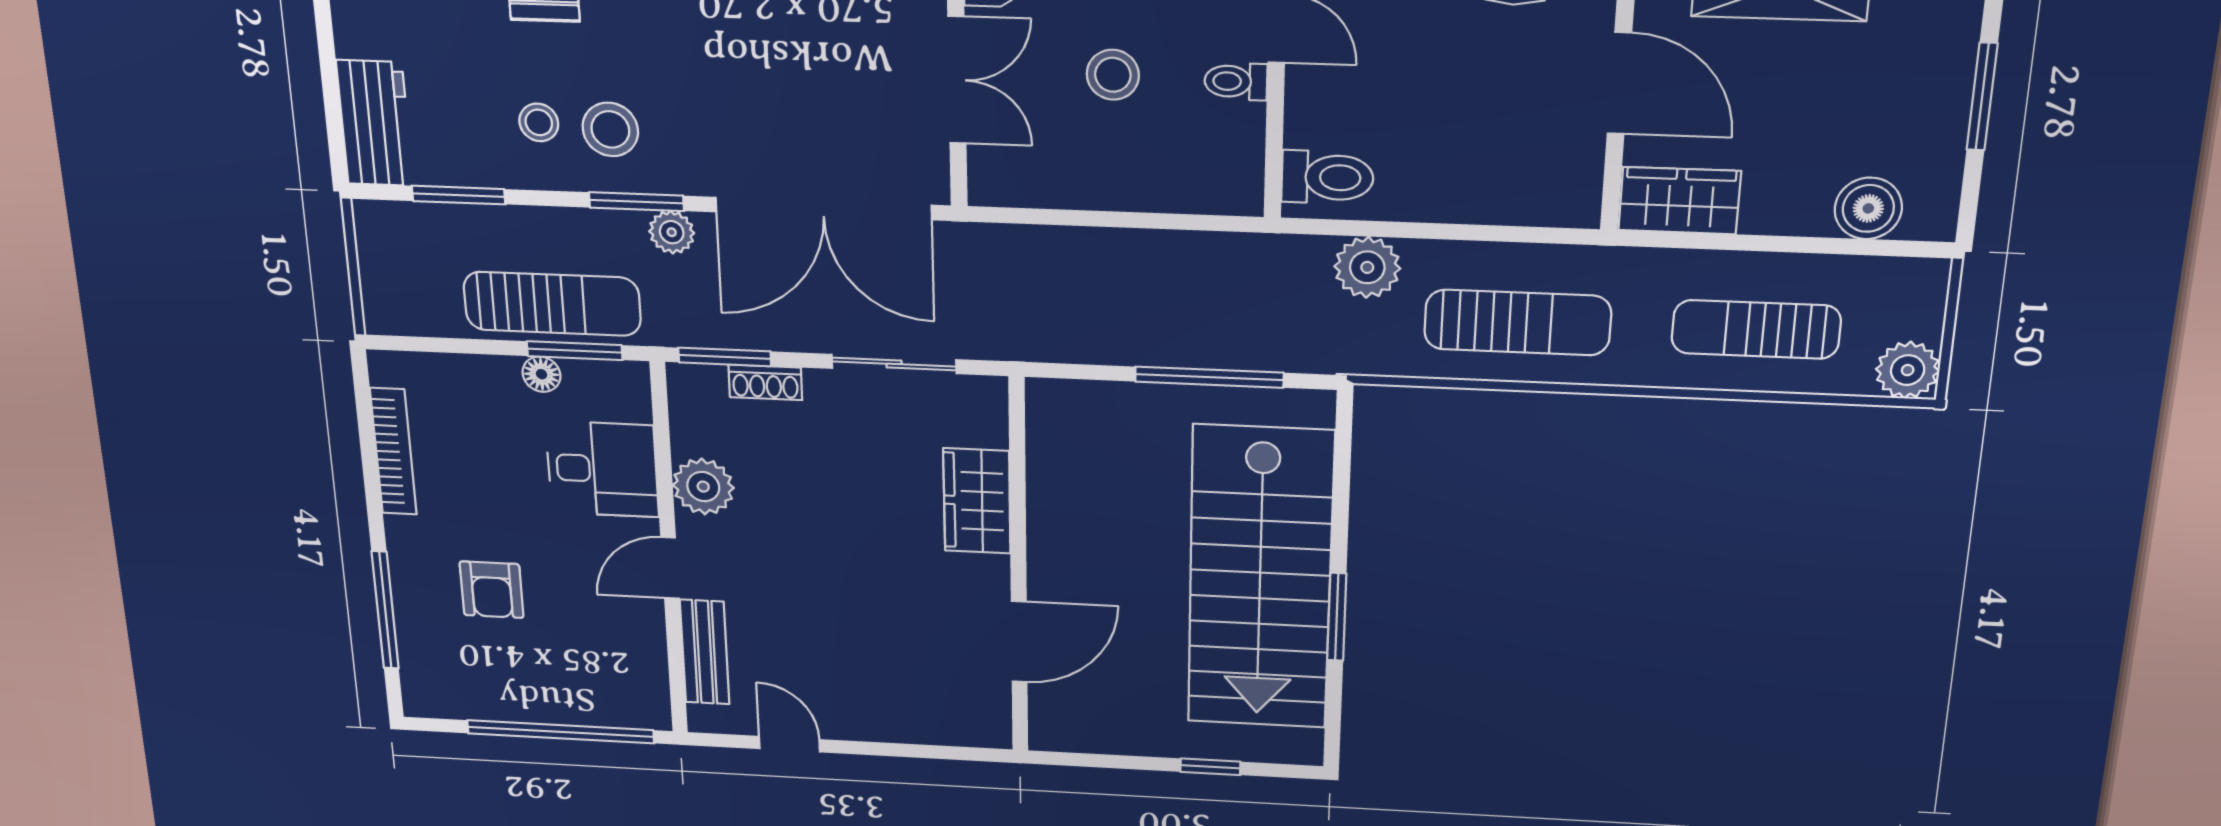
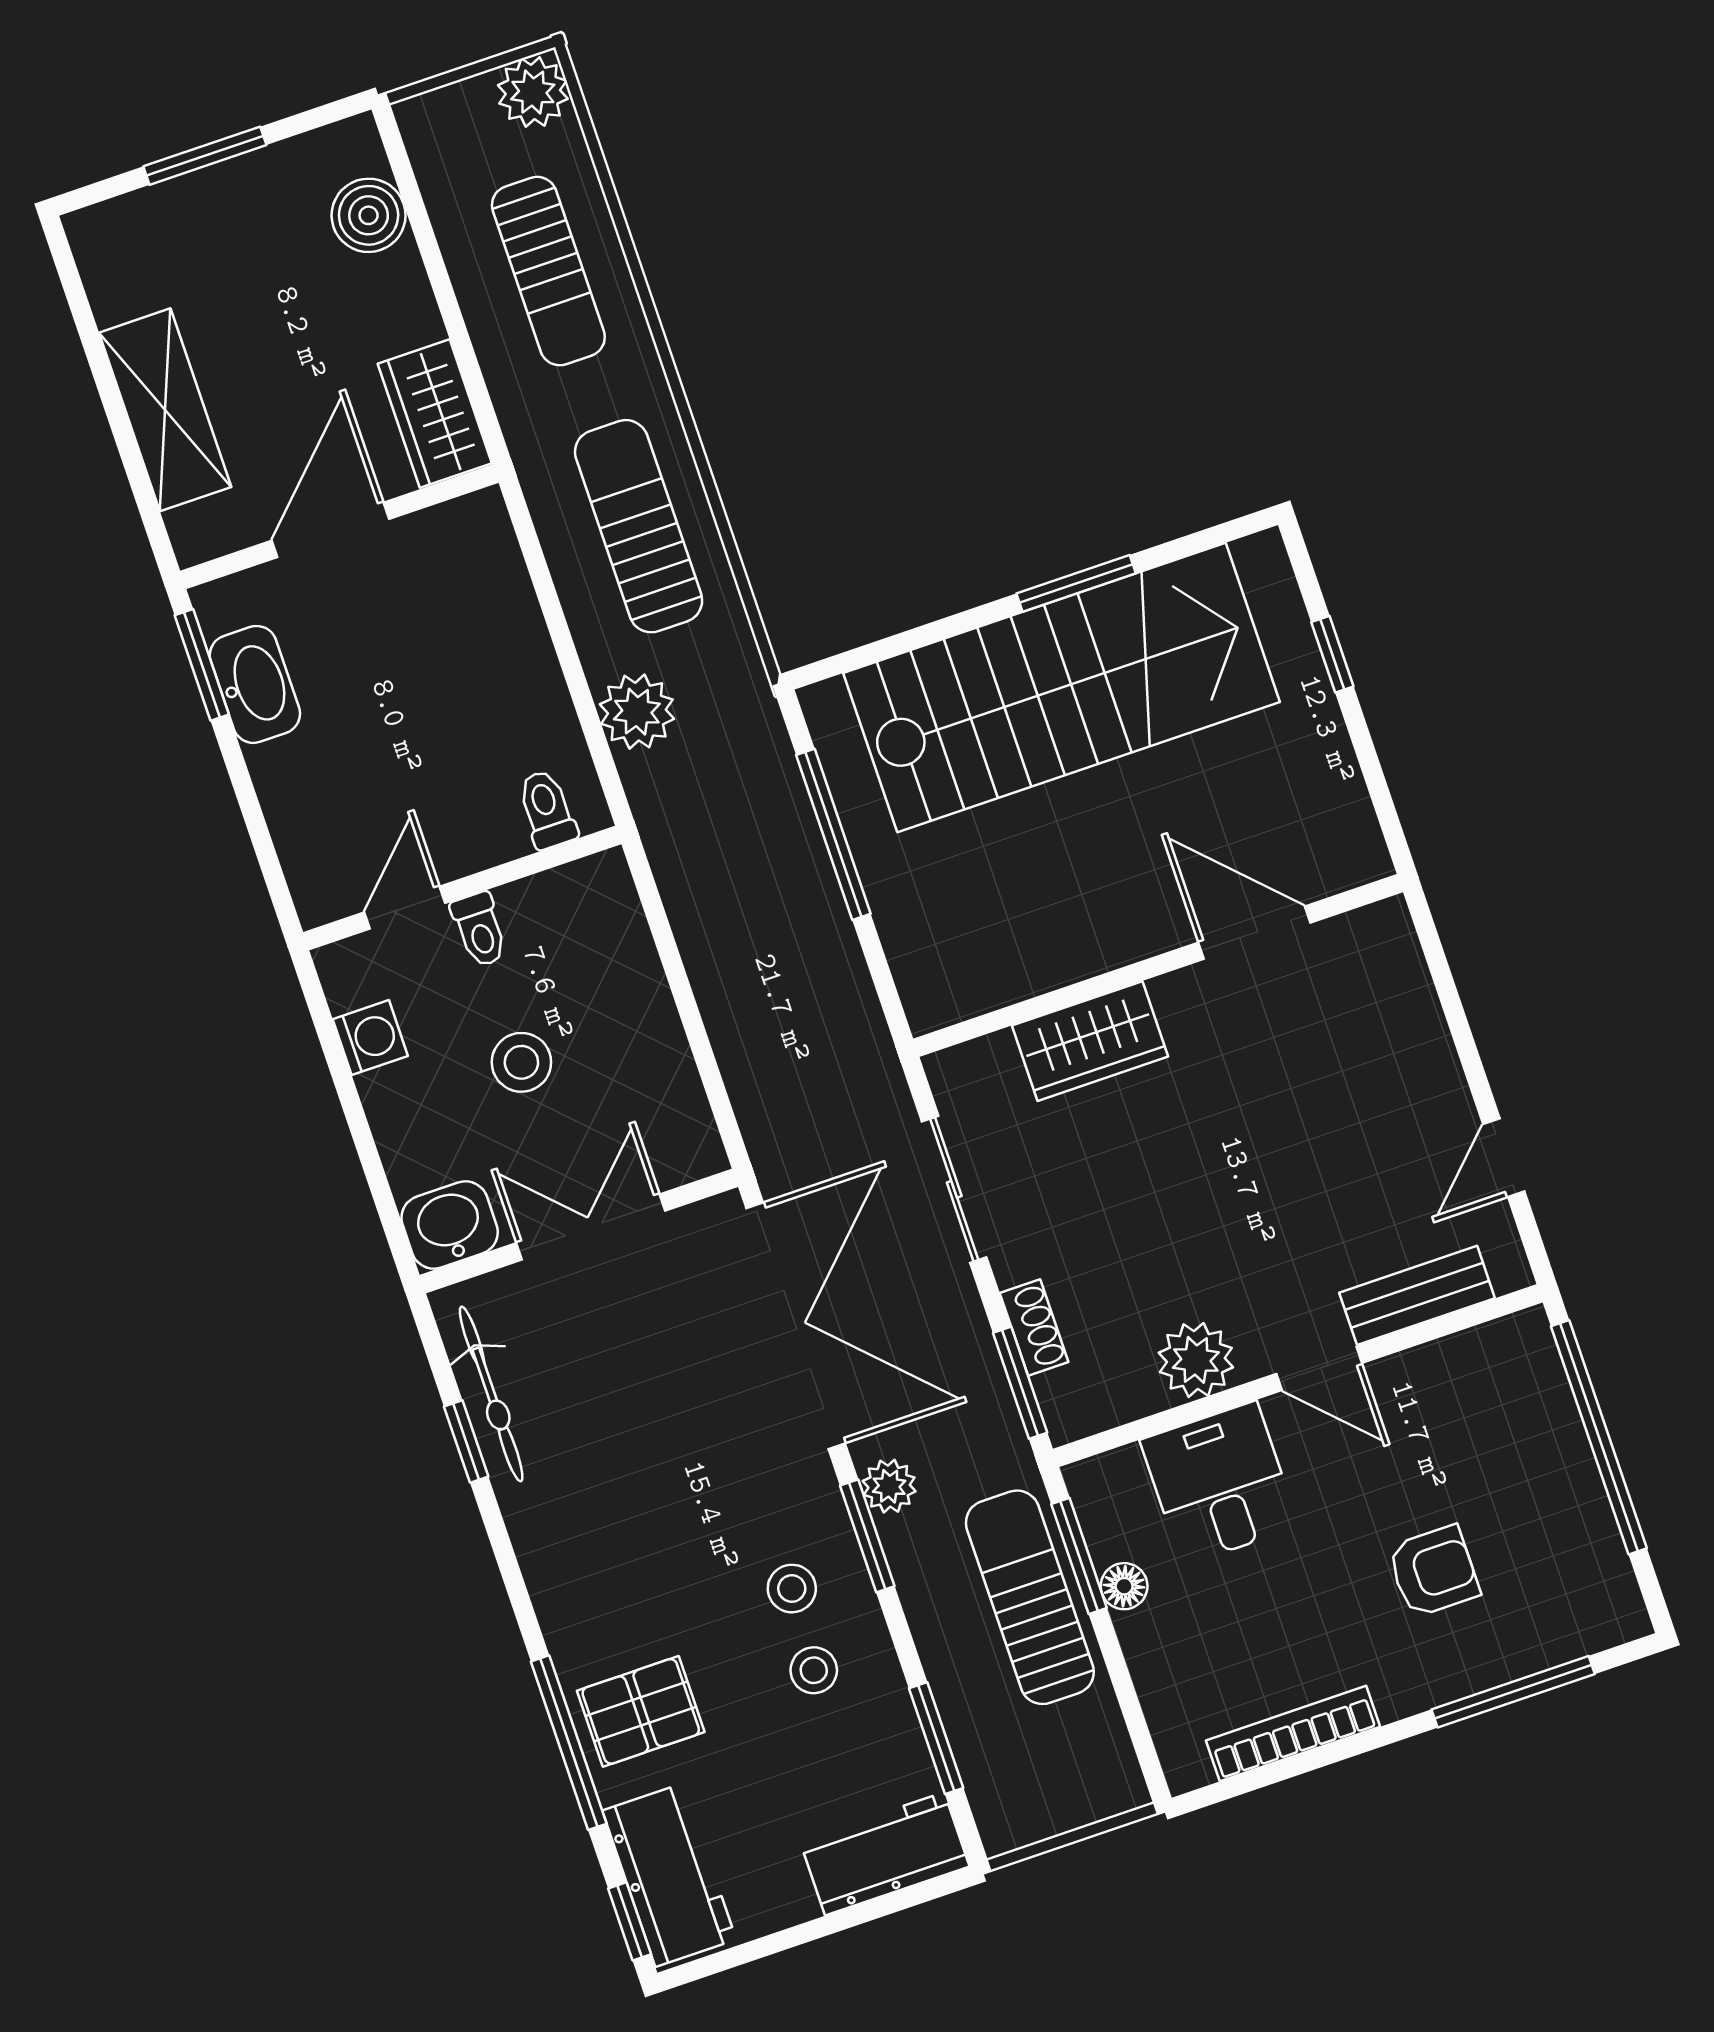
stool: (610, 129) -> (792, 1589), width x0.73, depth x0.73
toilet: (1327, 177) -> (547, 809), width x0.73, depth x0.72

